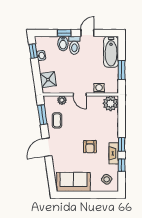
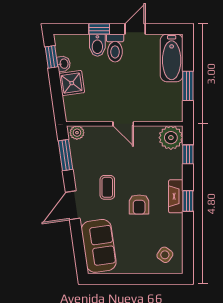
shower: (48, 80) -> (72, 83), moved
washing machine: (99, 88) -> (153, 114), removed
plant: (62, 100) -> (77, 133), moved
coffee table: (57, 120) -> (107, 187), moved
fireplace: (114, 153) -> (176, 196), moved
window: (122, 165) -> (188, 154), moved
sofa: (74, 182) -> (99, 246), moved, turned 82

